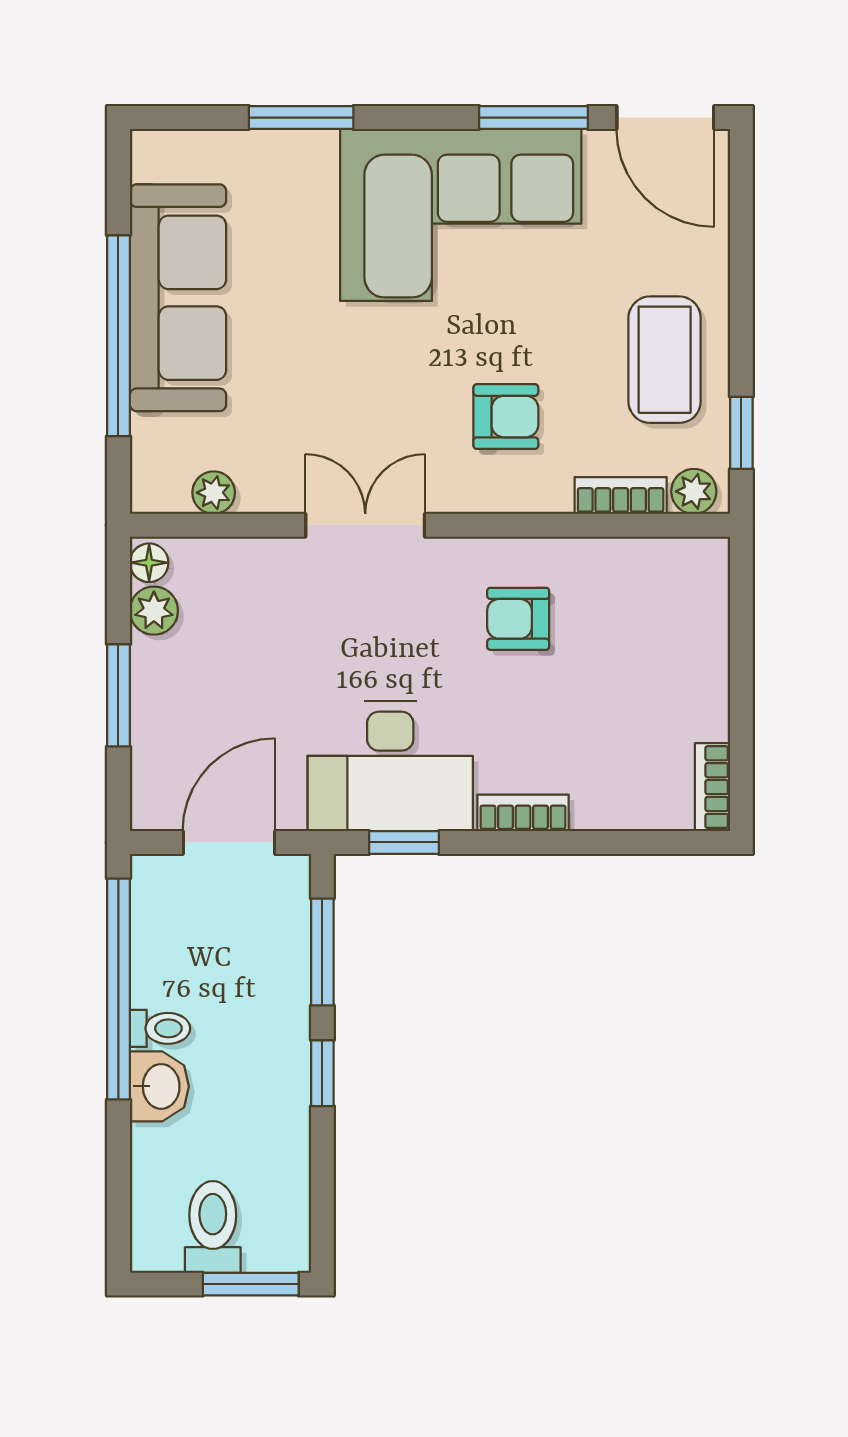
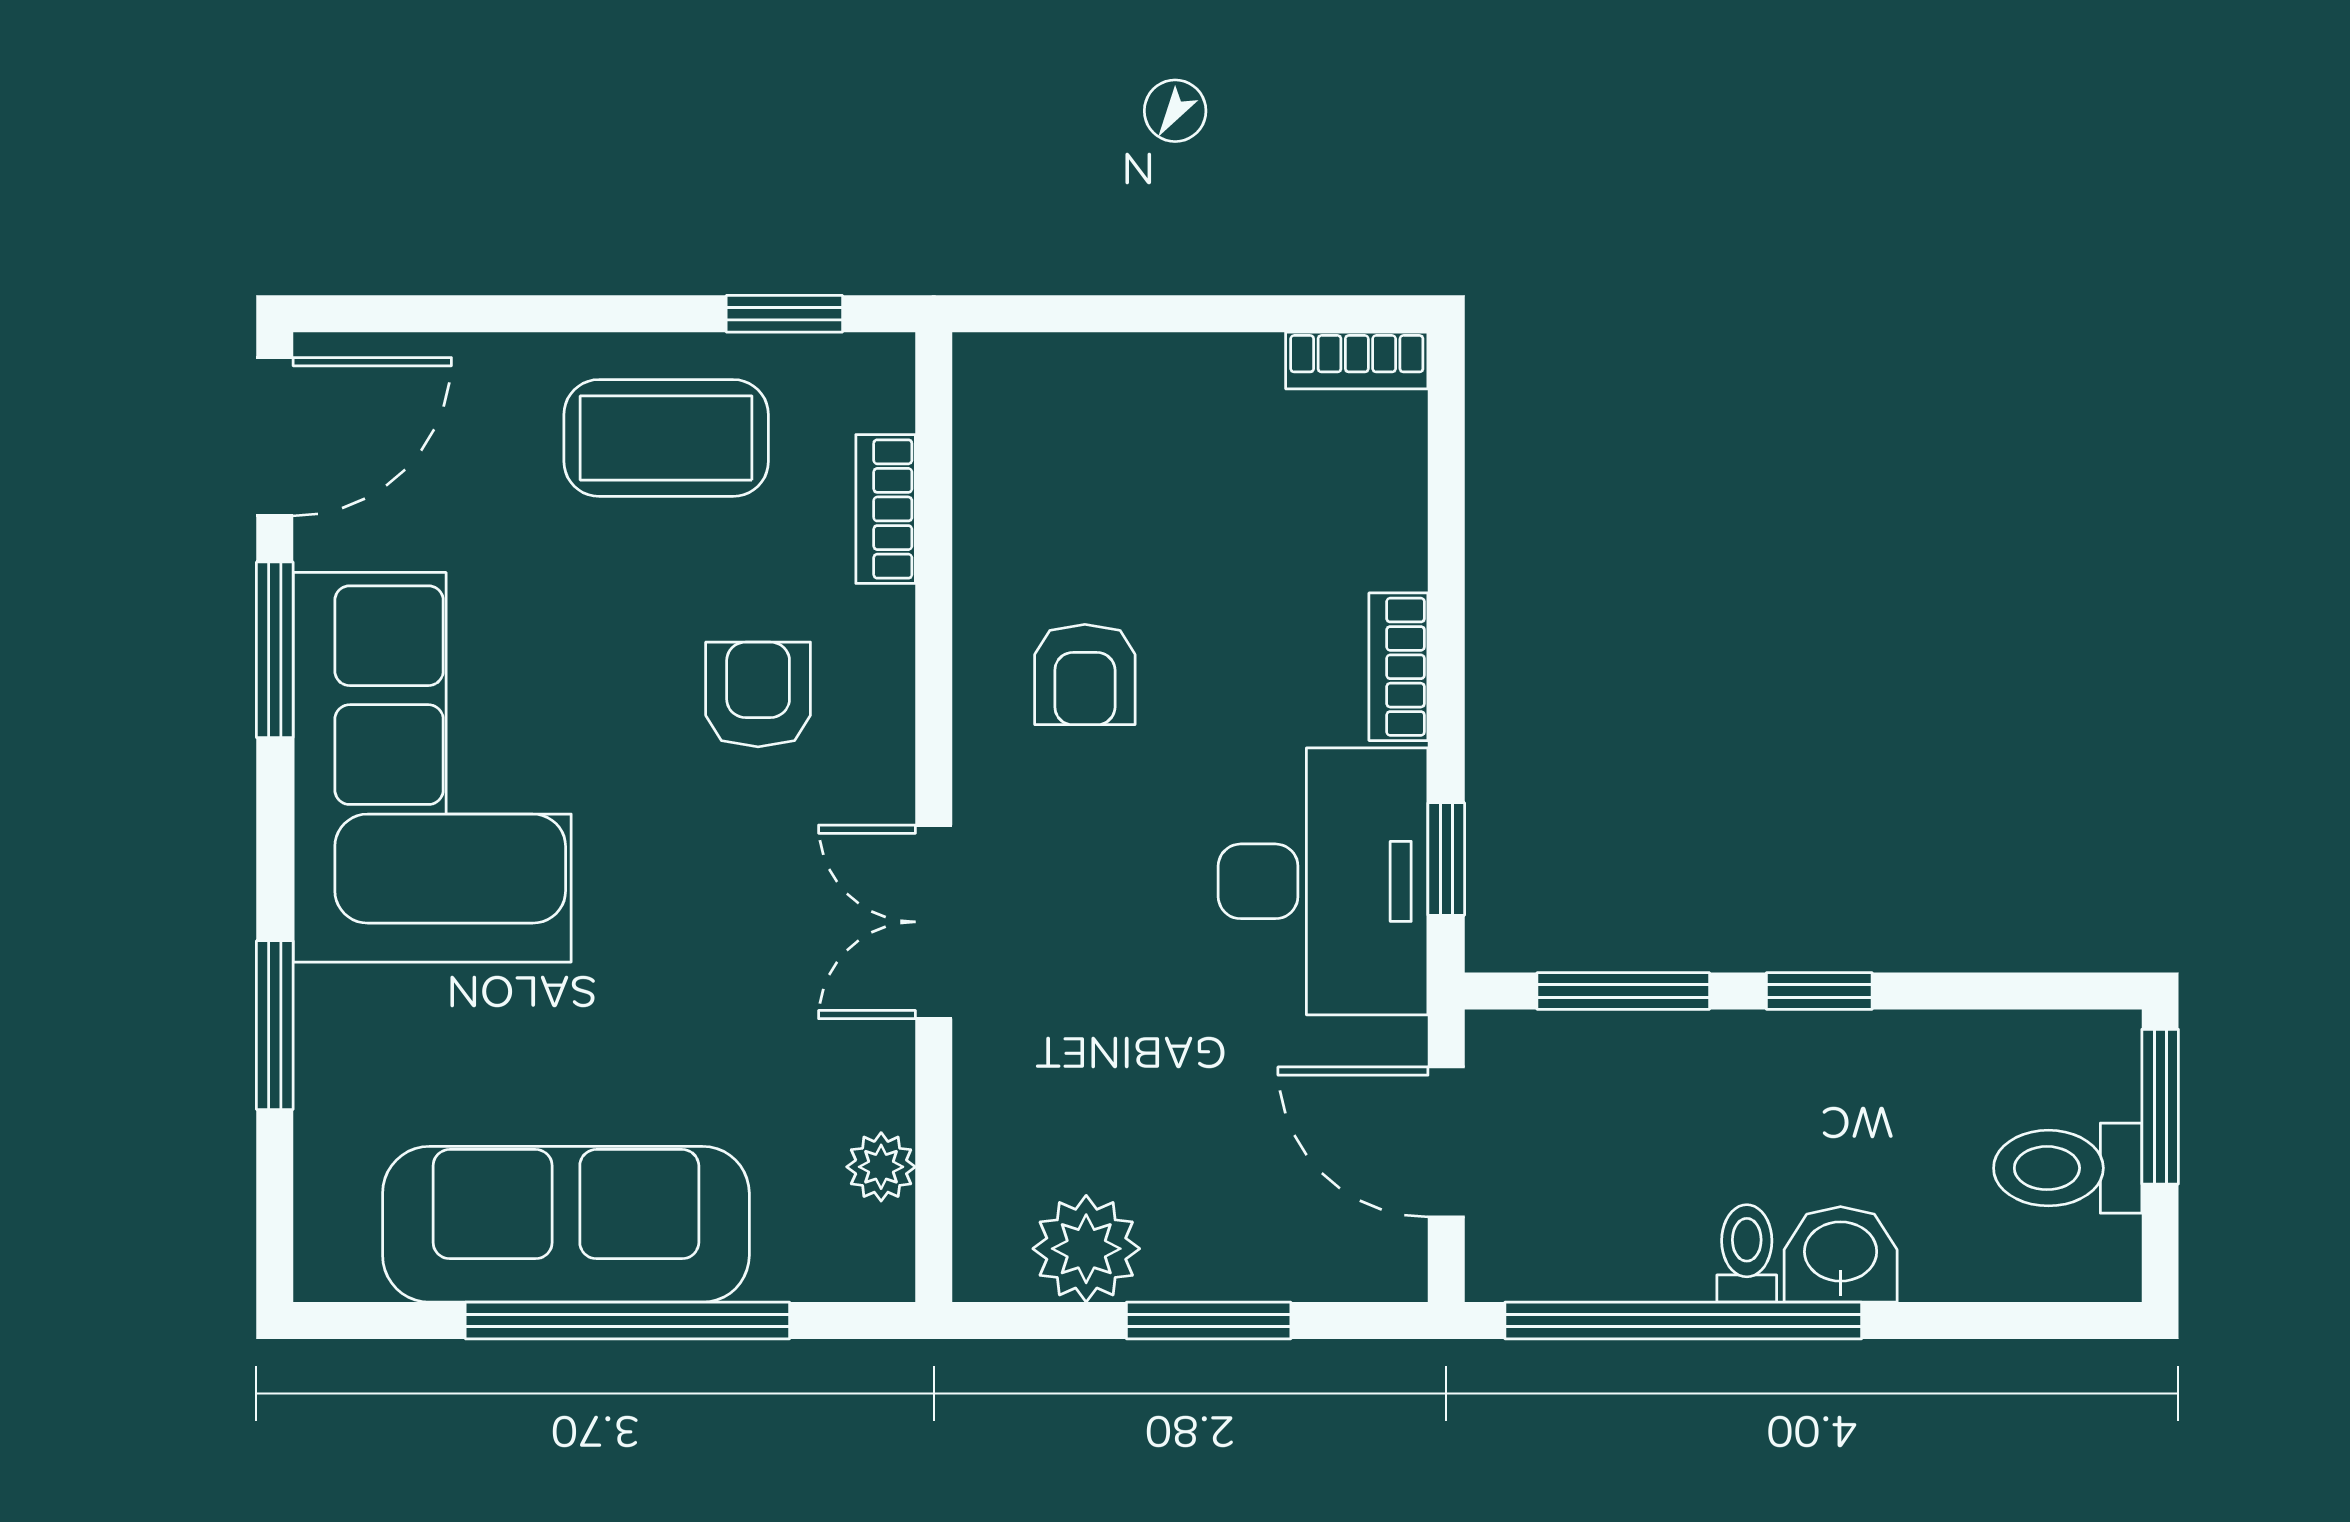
plant: (694, 491) -> (879, 391), removed
floor lamp: (149, 563) -> (994, 1271), removed
plant: (154, 611) -> (1086, 1249), width x1.38, depth x1.38

